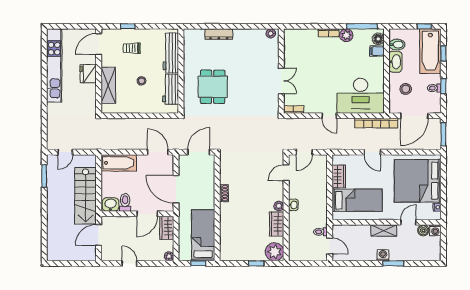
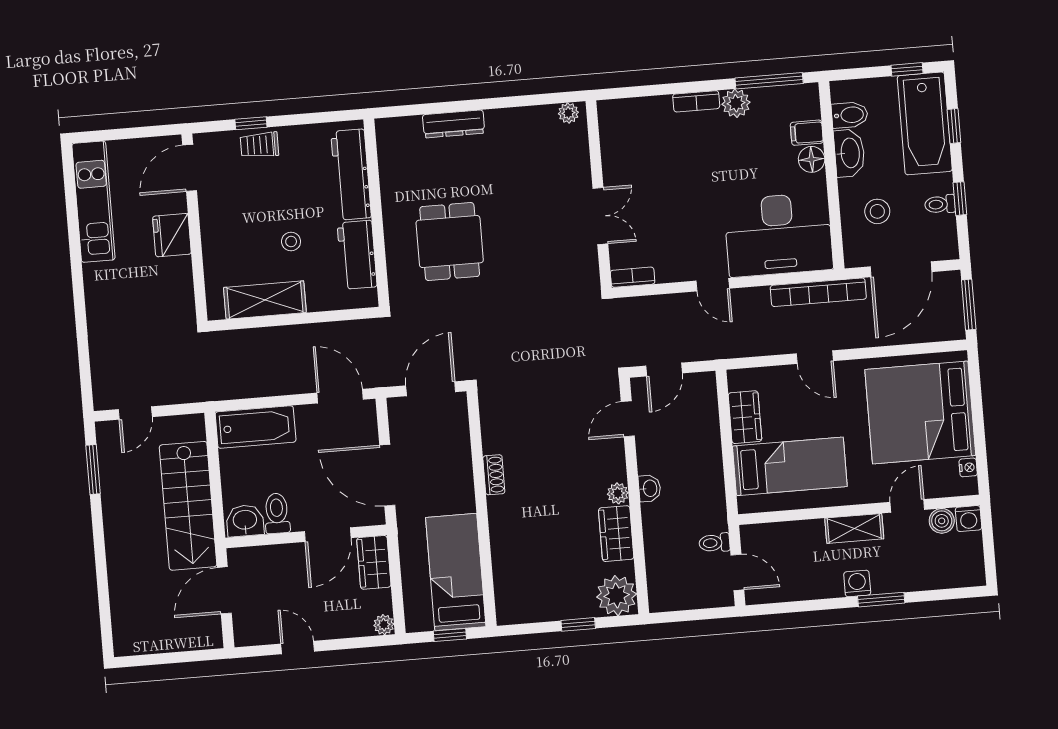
floor lamp: (378, 39) -> (812, 159), moved
trolley: (132, 48) -> (259, 145), moved
kitchen unit: (54, 65) -> (93, 202), width x0.73
shelving: (108, 85) -> (265, 300), moved, turned 90

